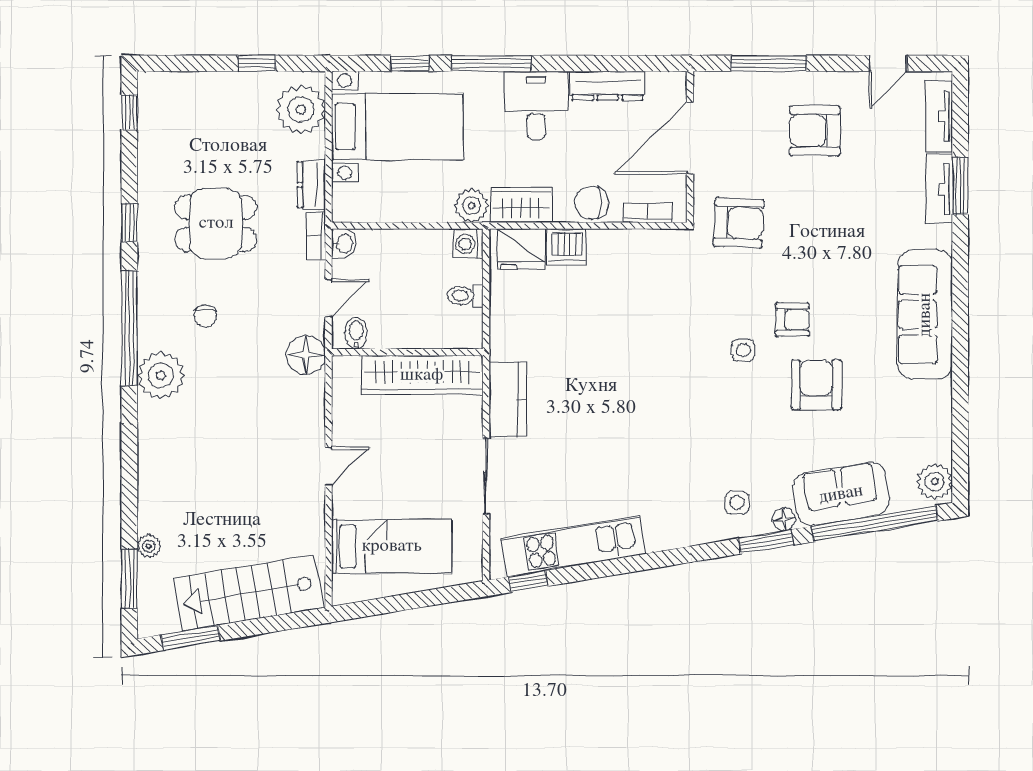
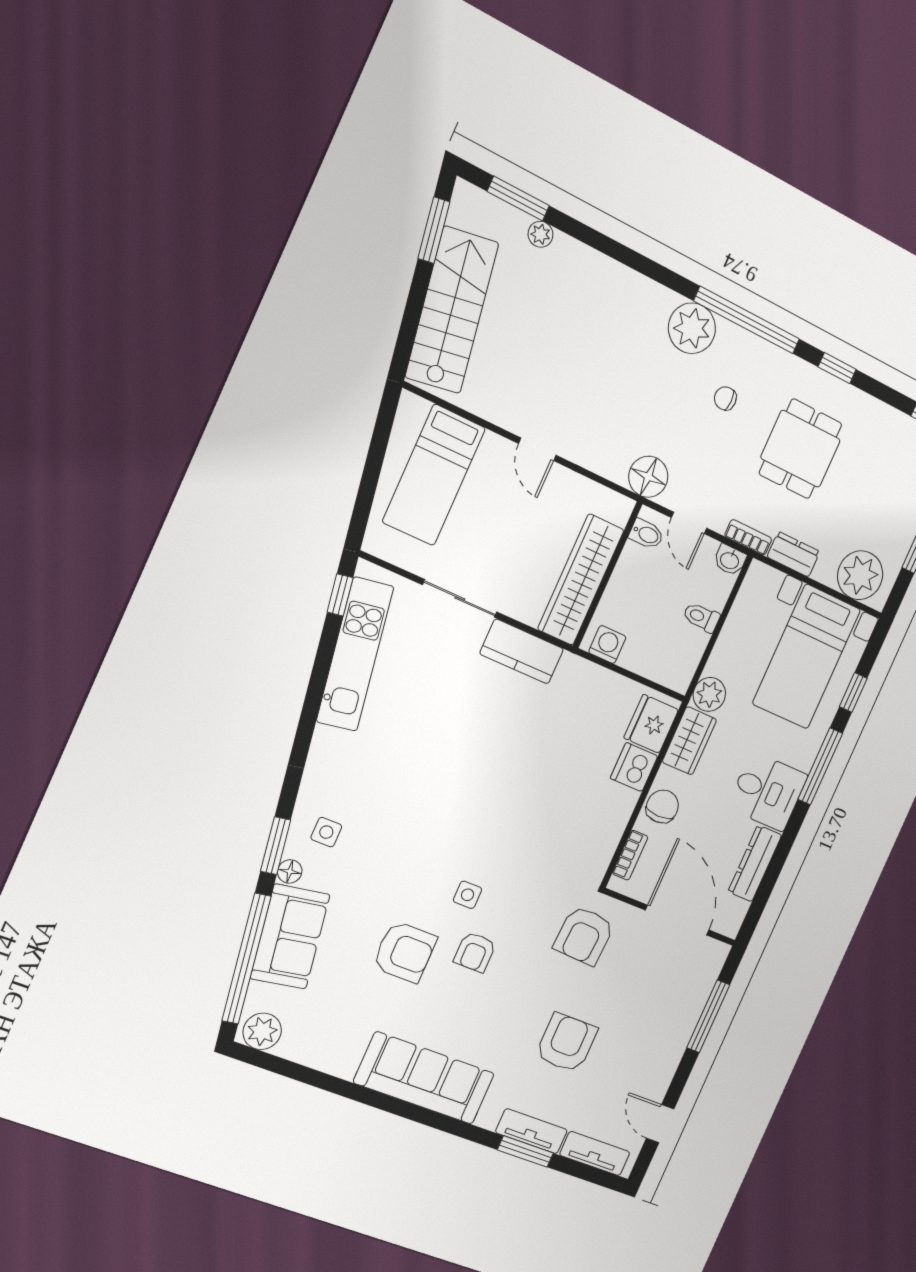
armchair: (815, 131) -> (566, 1043), moved
washing machine: (468, 244) -> (607, 644), moved
toilet: (465, 296) -> (701, 617), moved, turned -90

